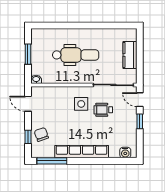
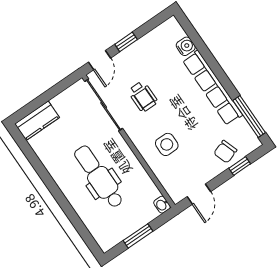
kitchen counter: (130, 55) -> (37, 121), moved
side table: (81, 104) -> (167, 144), moved
water cooler: (125, 153) -> (186, 46), moved

